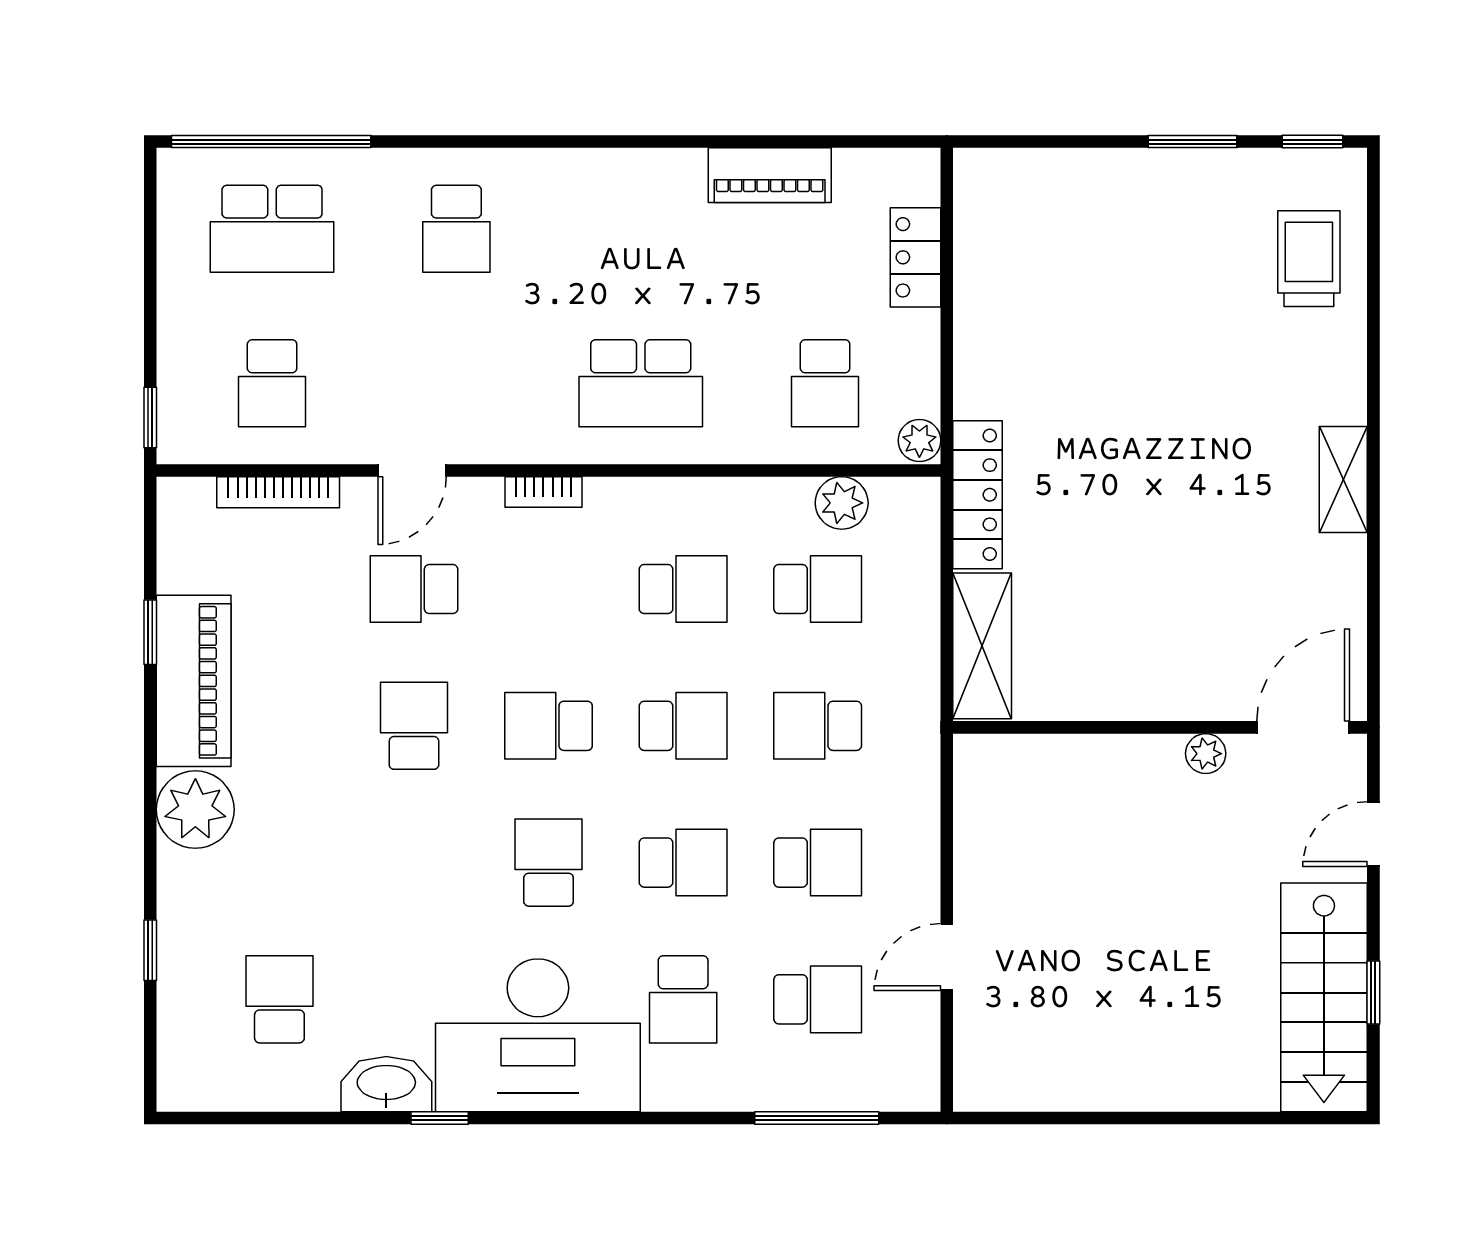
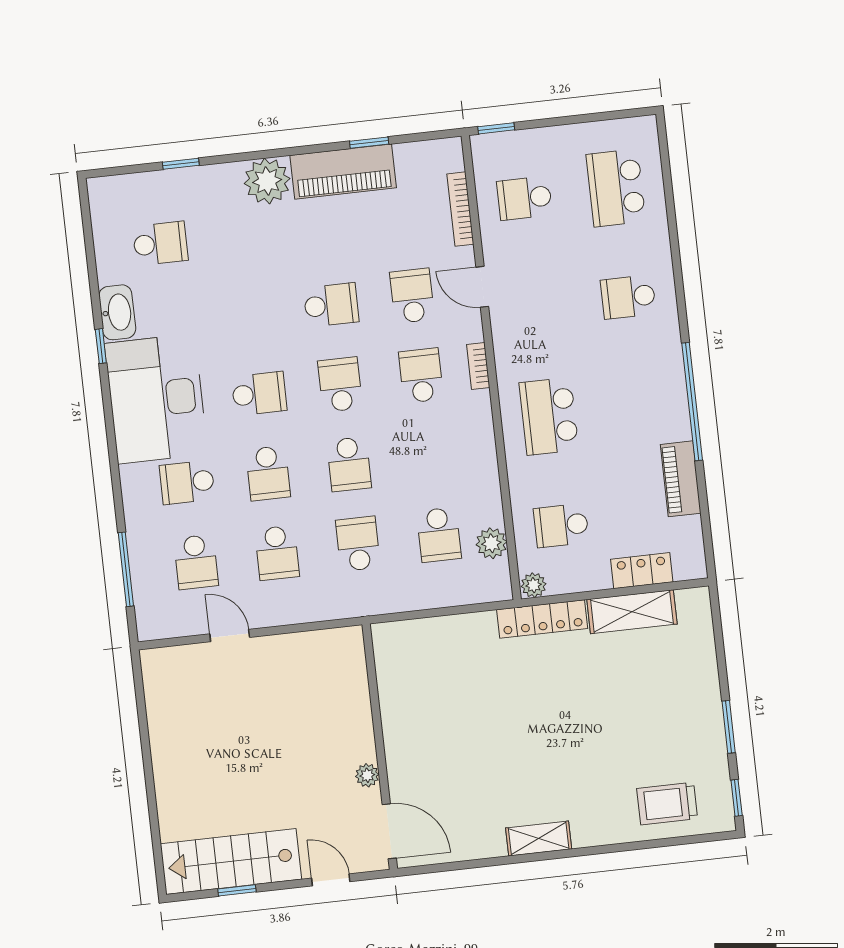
window: (271, 142) -> (692, 402), moved
trolley: (1309, 259) -> (667, 804), turned 180
locker: (977, 495) -> (542, 619), moved
school desk: (683, 589) -> (421, 375), moved, turned 180
shelving: (982, 646) -> (632, 612), moved

